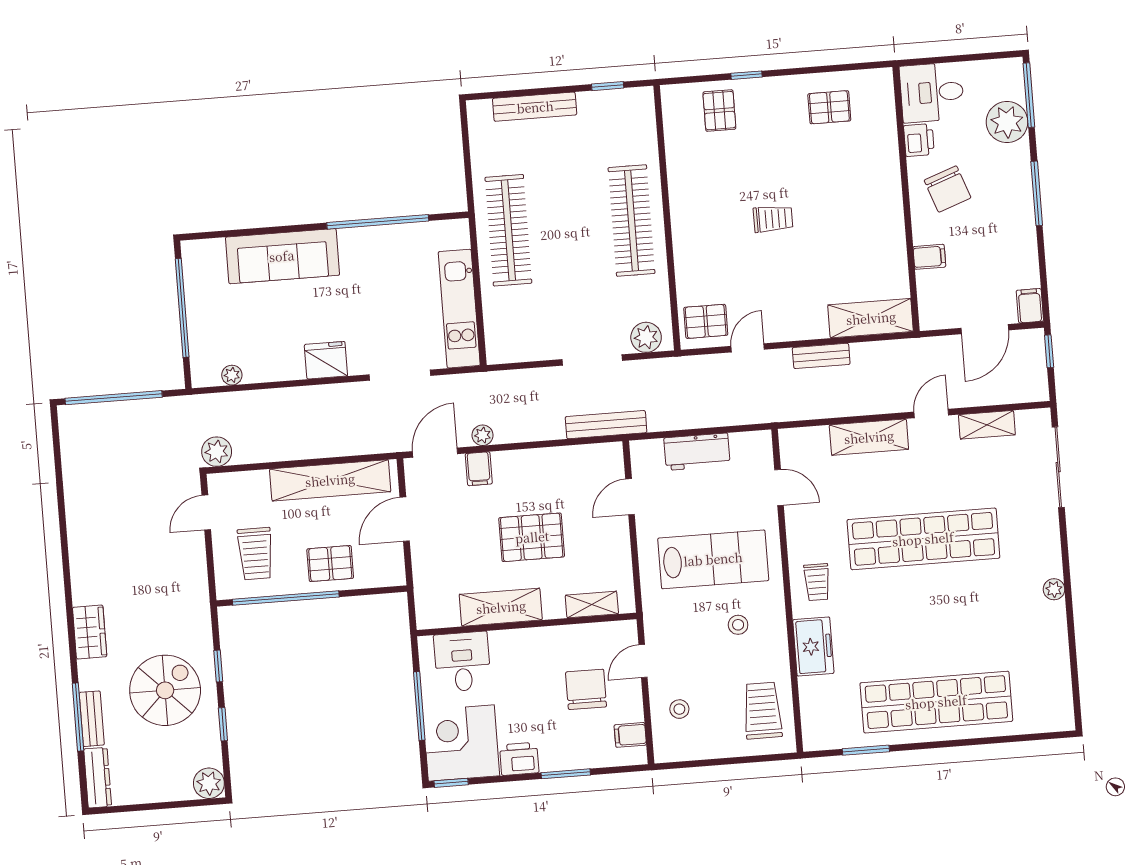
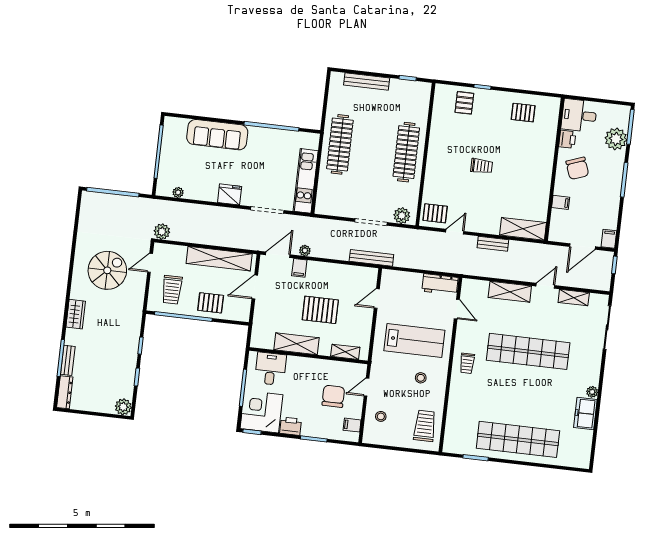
workbench: (697, 452) -> (440, 284), moved
freezer: (813, 646) -> (585, 414), moved, turned 180
spiral stairs: (165, 690) -> (107, 270), moved

